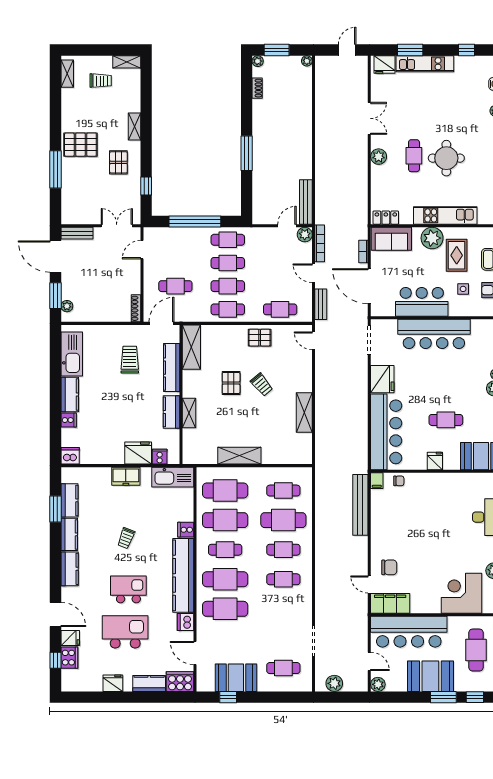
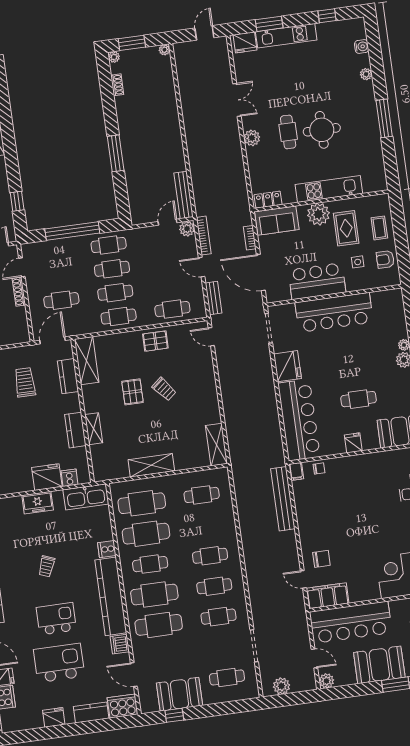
shoe rack: (136, 308) -> (19, 292), moved
kitchen counter: (172, 368) -> (68, 376), width x0.67
shelving: (304, 412) -> (216, 445), moved
cafe table: (283, 520) -> (219, 617), moved, width x0.73, depth x0.74

